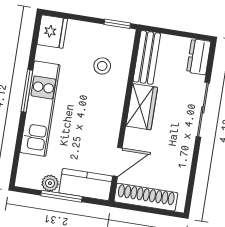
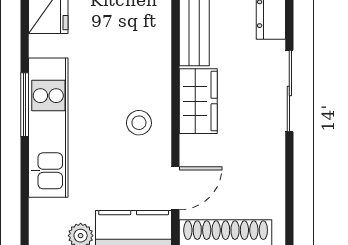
stool: (102, 66) -> (139, 123), moved

